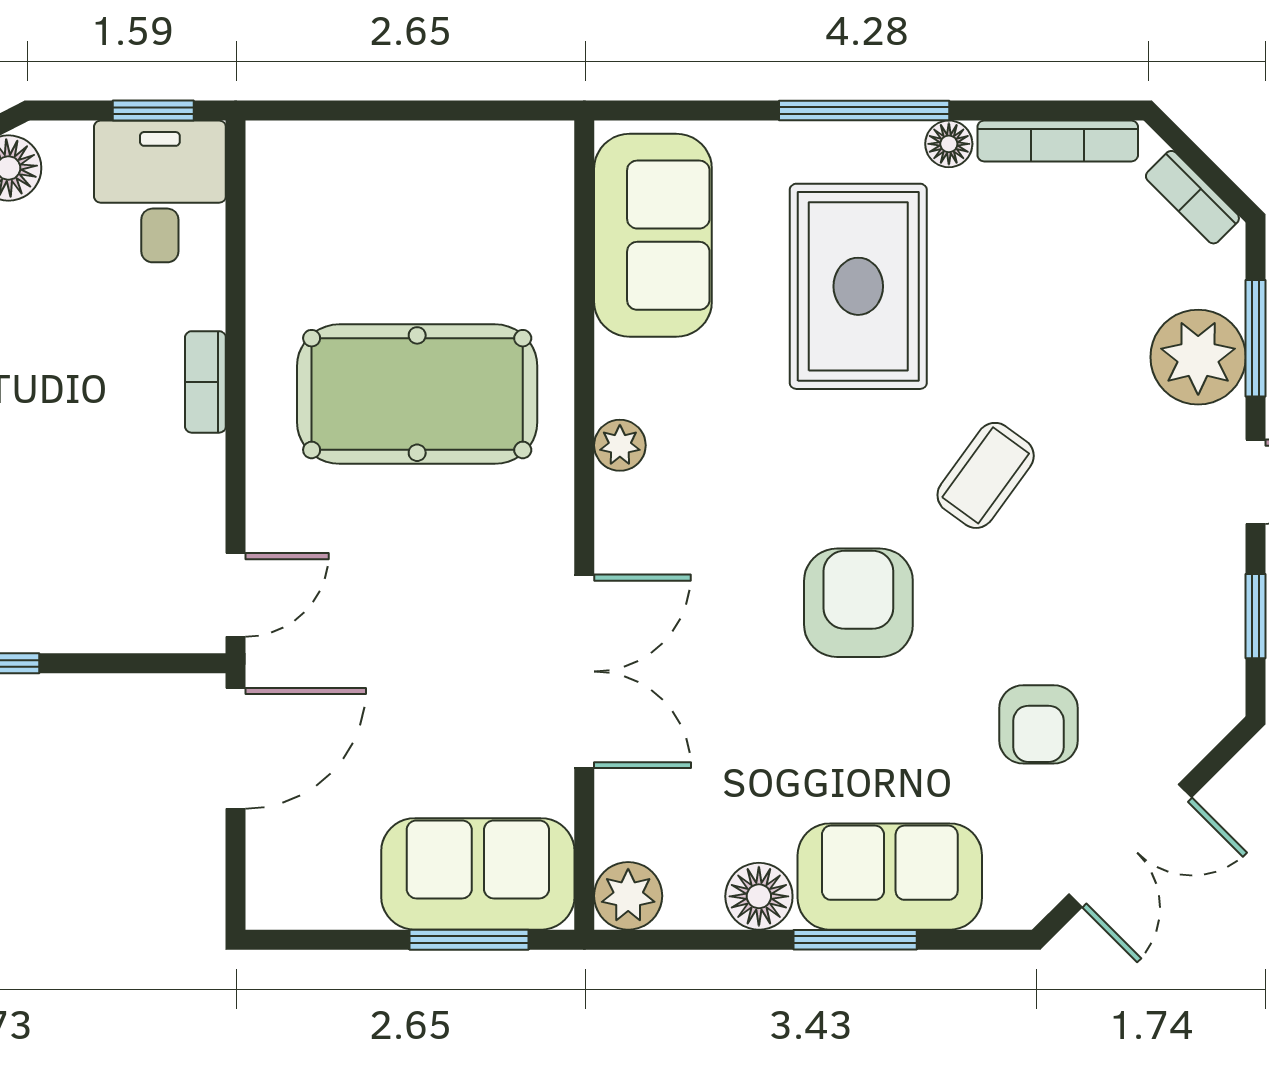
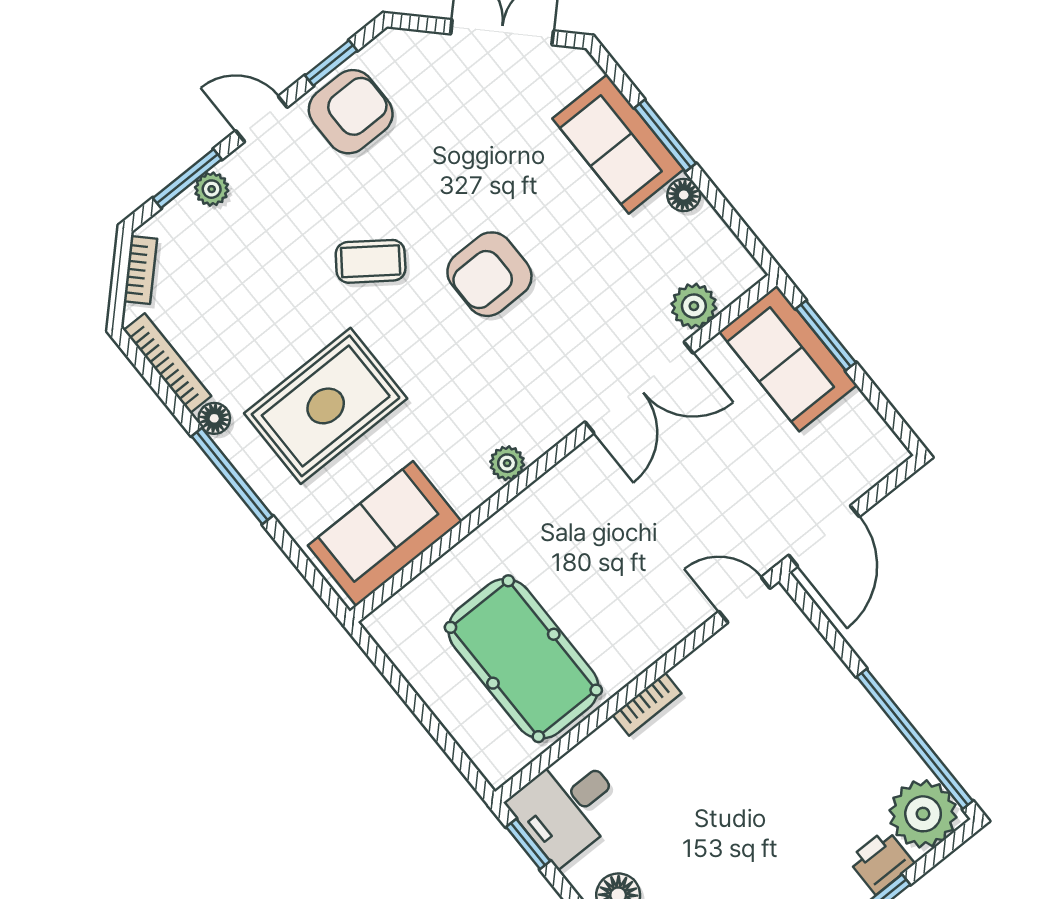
plant: (1198, 357) -> (212, 189), width x0.53, depth x0.53
pool table: (417, 394) -> (523, 659), moved
double door: (584, 671) -> (639, 387), swing flipped
armchair: (1039, 724) -> (351, 112), moved, width x1.38, depth x1.38
door: (236, 748) -> (824, 536), swing flipped
plant: (628, 896) -> (694, 306), moved
floor lamp: (759, 896) -> (684, 195), width x0.73, depth x0.73

